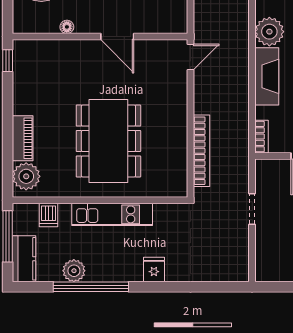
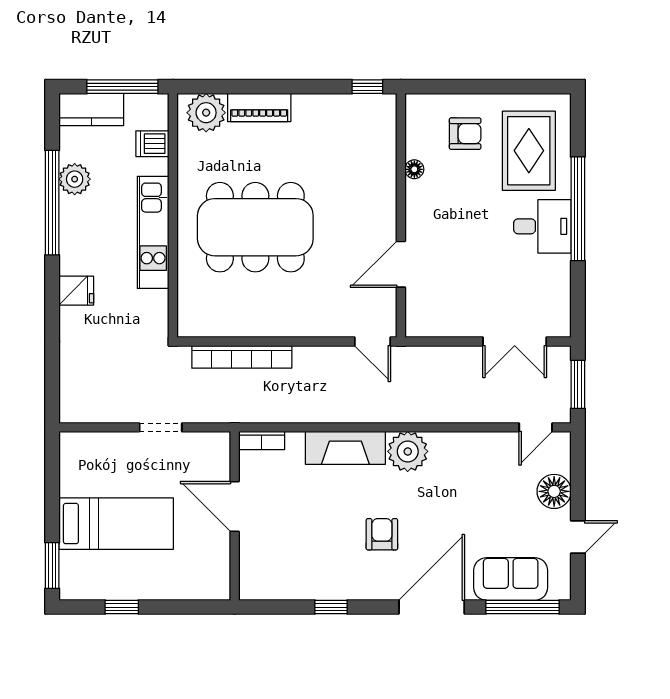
door: (117, 37) -> (401, 264), moved

